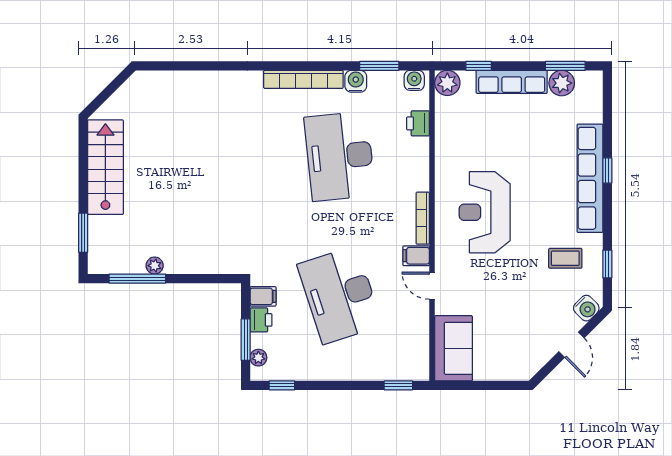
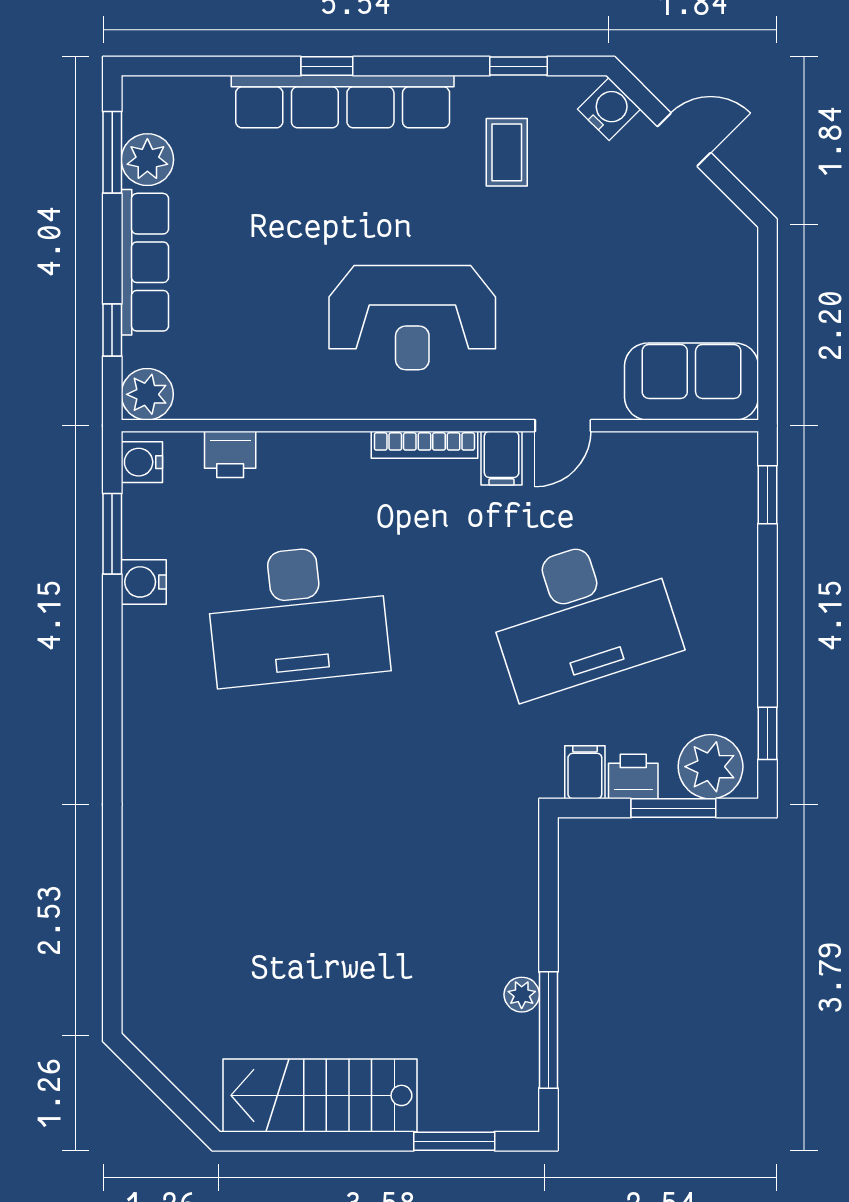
bookcase: (303, 79) -> (140, 689), removed
plant: (258, 358) -> (711, 767), width x1.87, depth x1.87

